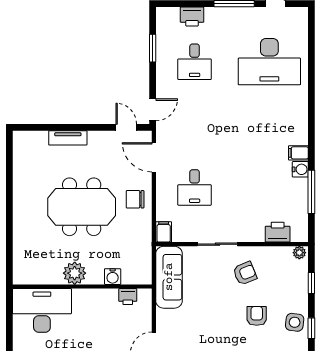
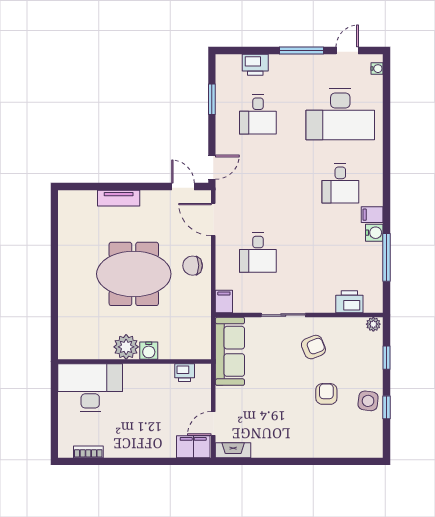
water cooler: (303, 20) -> (377, 69), added
desk: (269, 125) -> (340, 183), added
water cooler: (113, 277) -> (149, 351), moved

